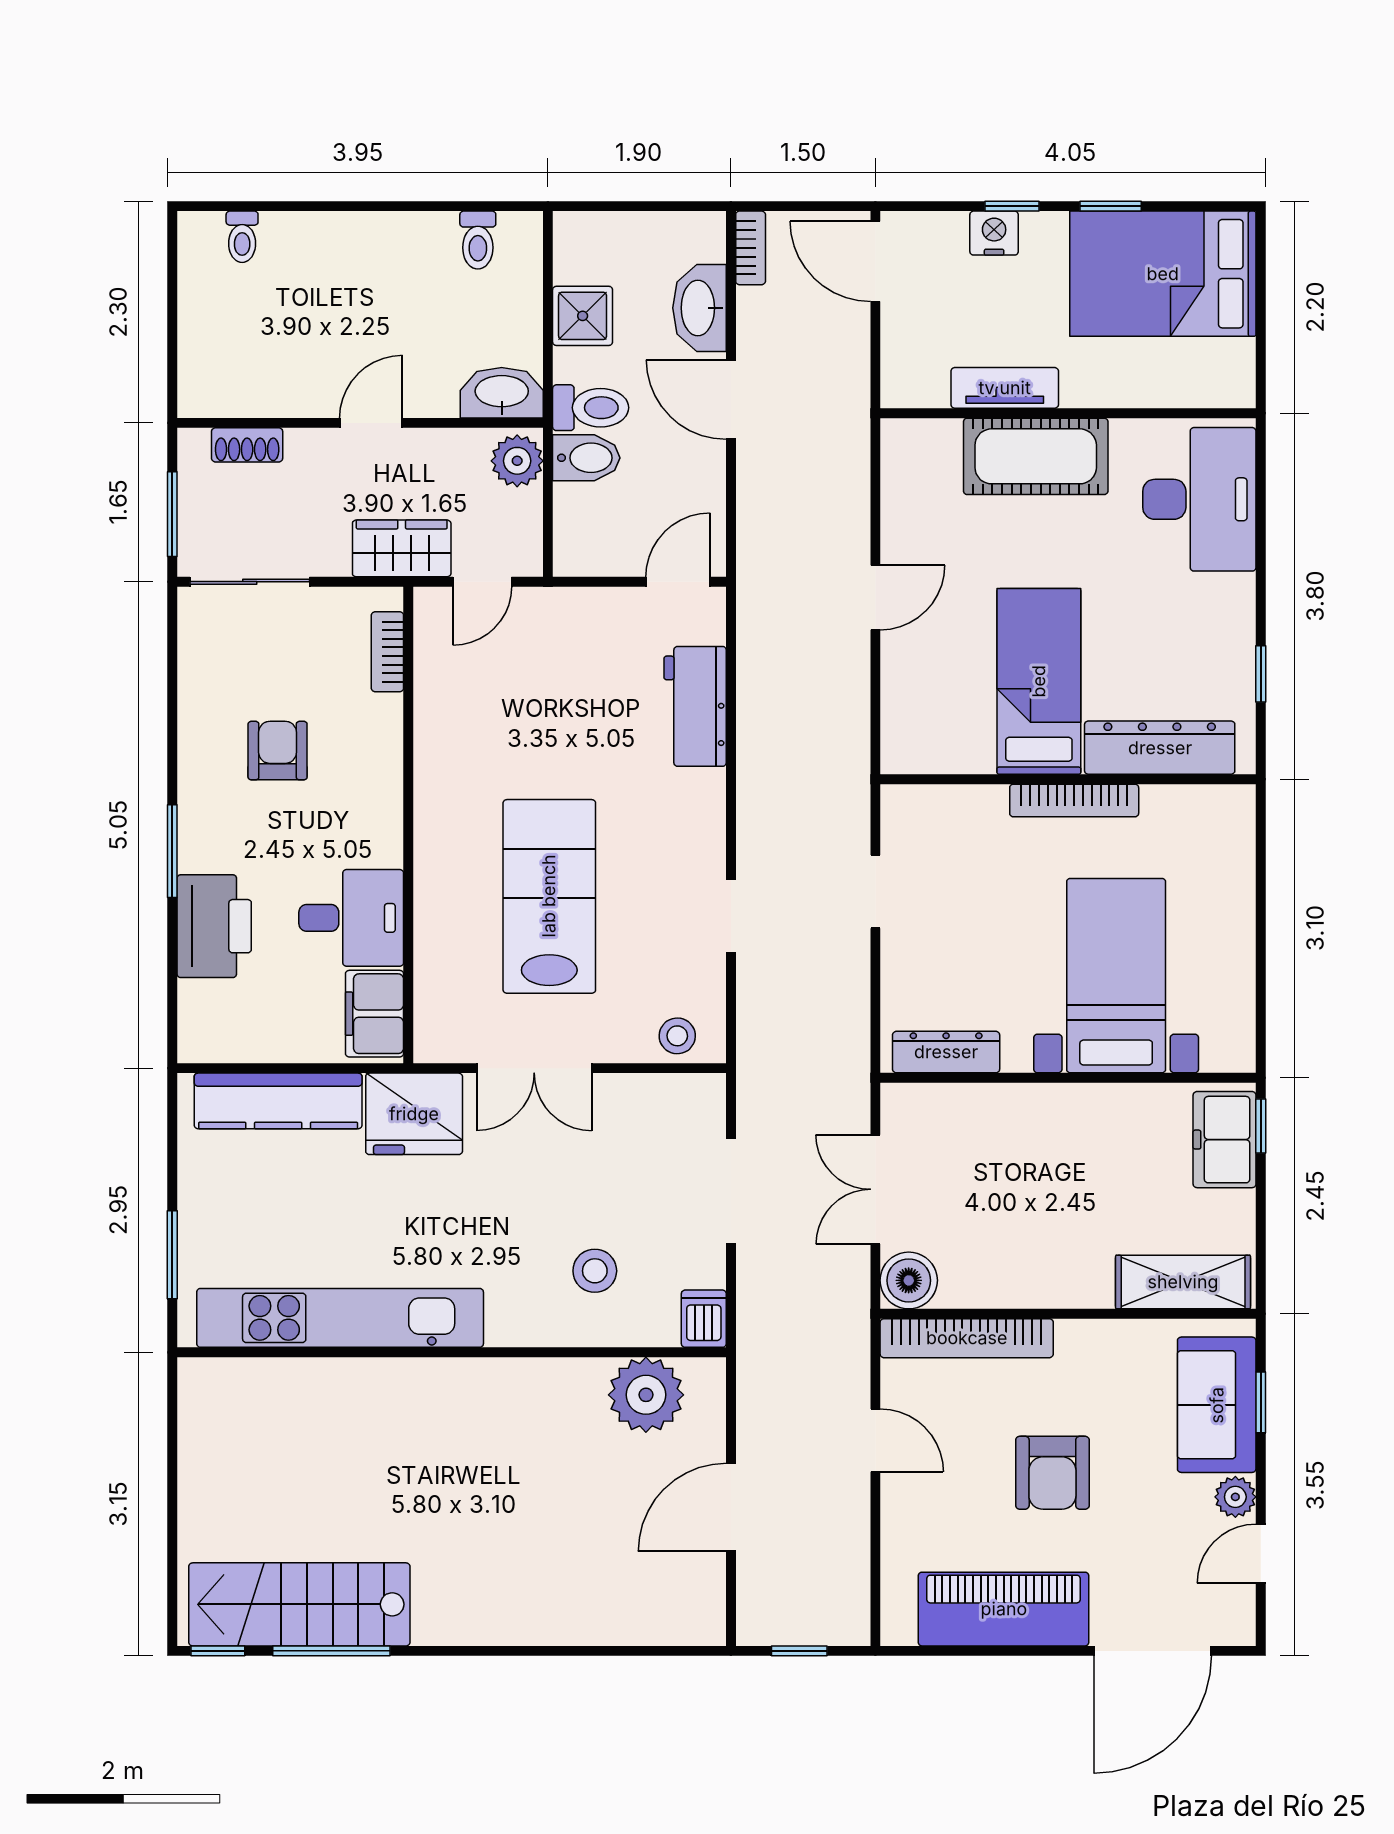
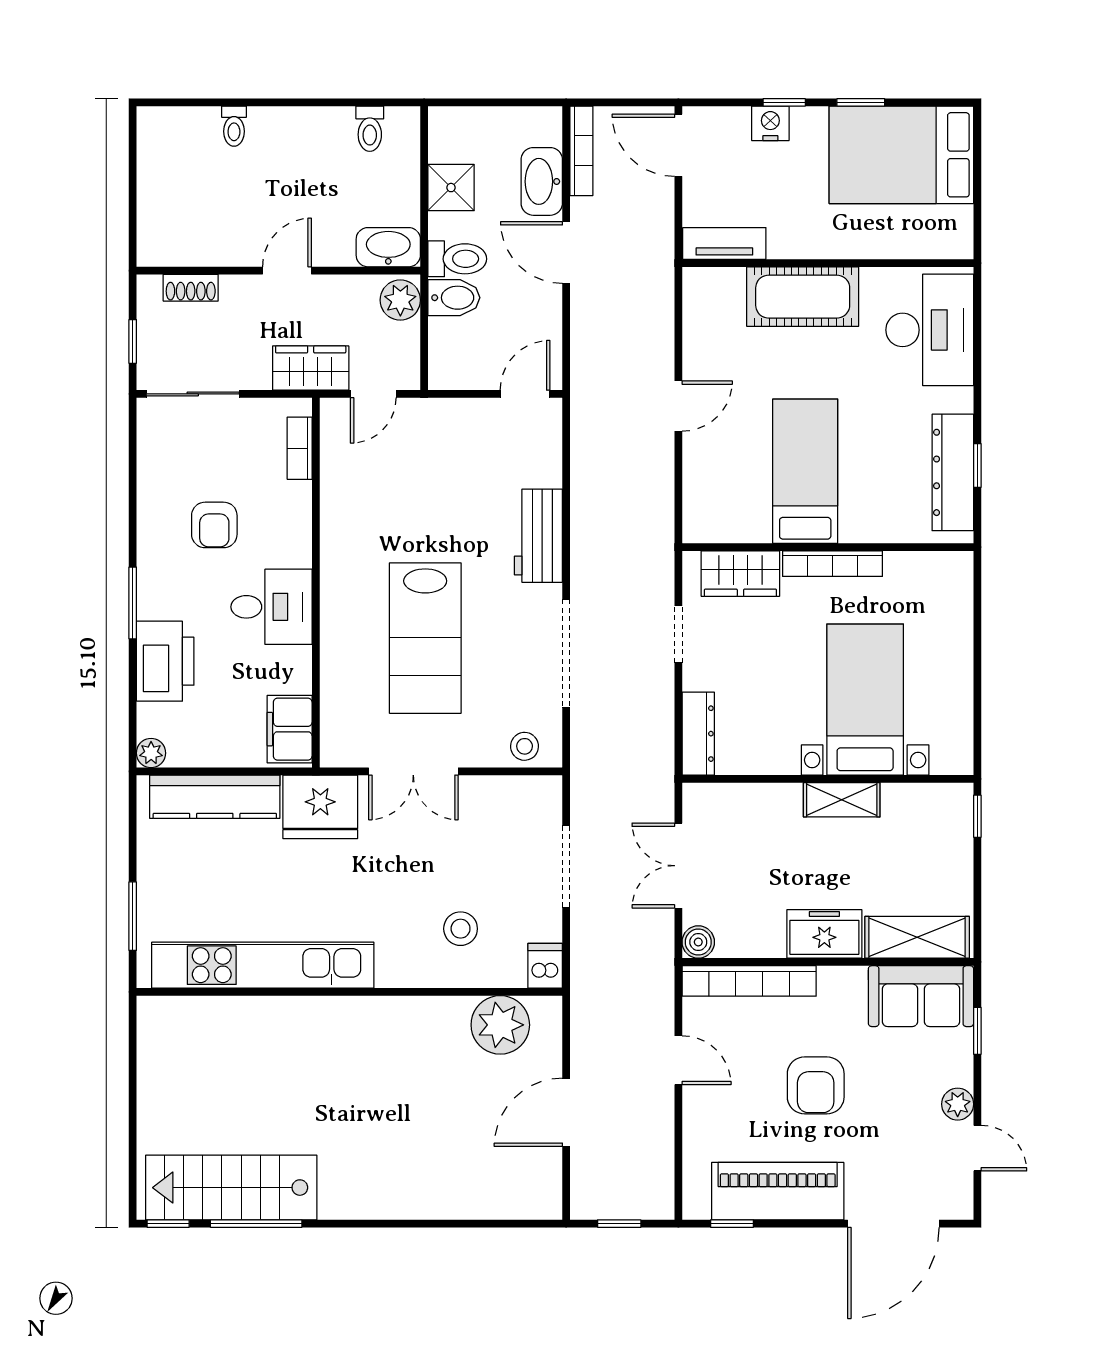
toilet: (242, 237) -> (234, 126), moved
bookcase: (751, 248) -> (581, 151), width x1.56
tv unit: (1005, 388) -> (724, 243), moved
window: (172, 514) -> (133, 341), width x0.67
workbench: (695, 706) -> (538, 536), moved
dresser: (1160, 748) -> (953, 472), moved, turned -90
armchair: (278, 751) -> (214, 525), turned 180
wardrobe: (955, 813) -> (740, 574), added
lab bench: (549, 896) -> (425, 638), turned 180
doorway: (731, 916) -> (566, 653), width x1.88
desk: (351, 918) -> (271, 607), moved
plant: (196, 1044) -> (151, 753), added
dresser: (946, 1052) -> (698, 734), moved, turned 90
shelving: (1086, 1105) -> (842, 800), added
freezer: (1225, 1140) -> (824, 934), moved, turned 90
boiler: (909, 1280) -> (698, 942), width x0.73, depth x0.73
sofa: (1217, 1405) -> (921, 996), moved, turned -90
door: (1261, 1554) -> (977, 1148), swing flipped
window: (945, 1651) -> (732, 1224), added

